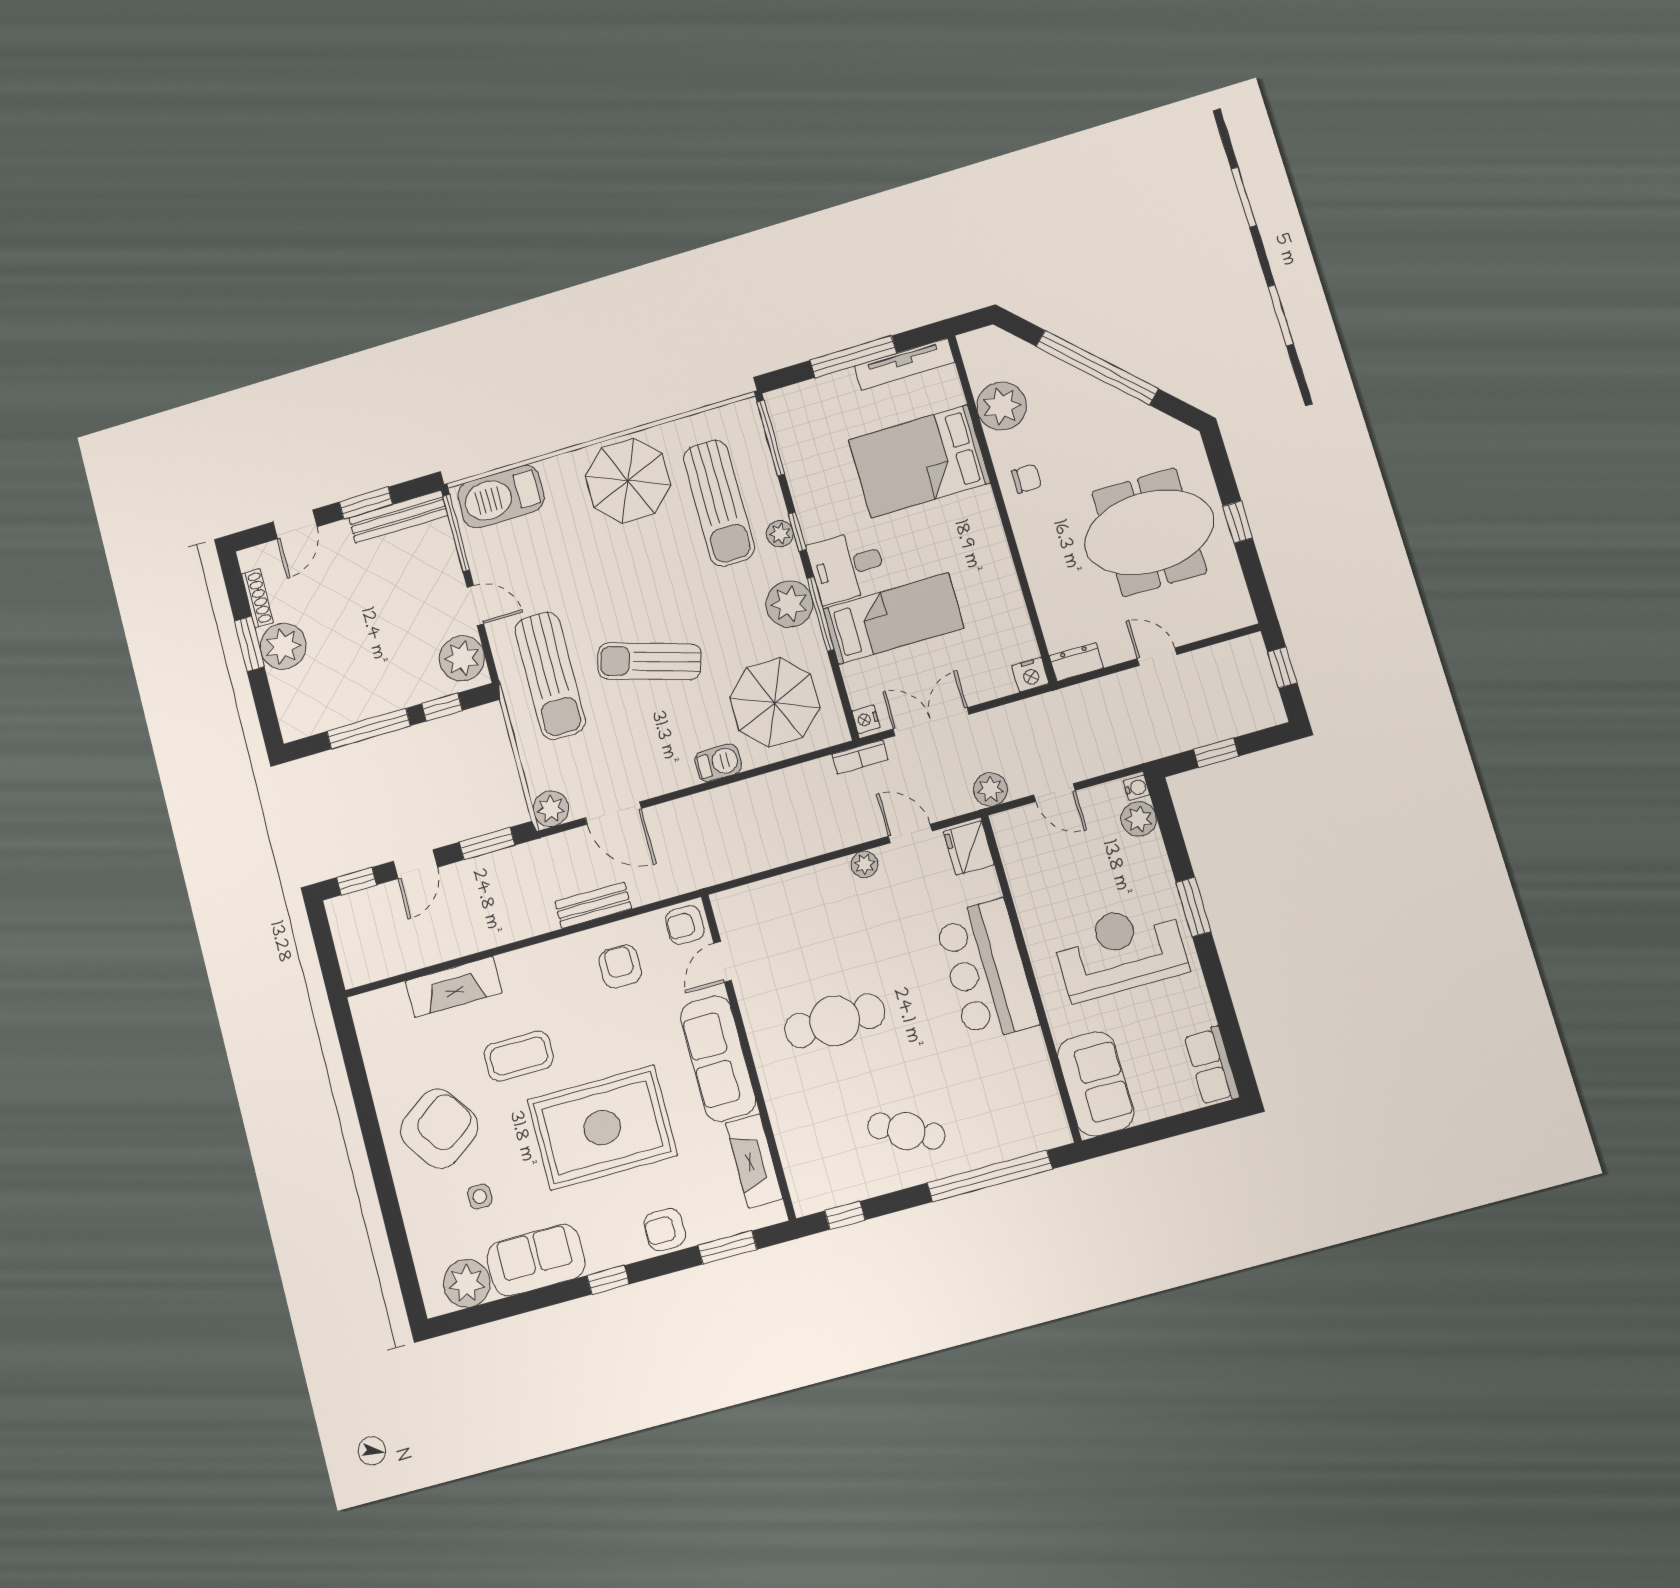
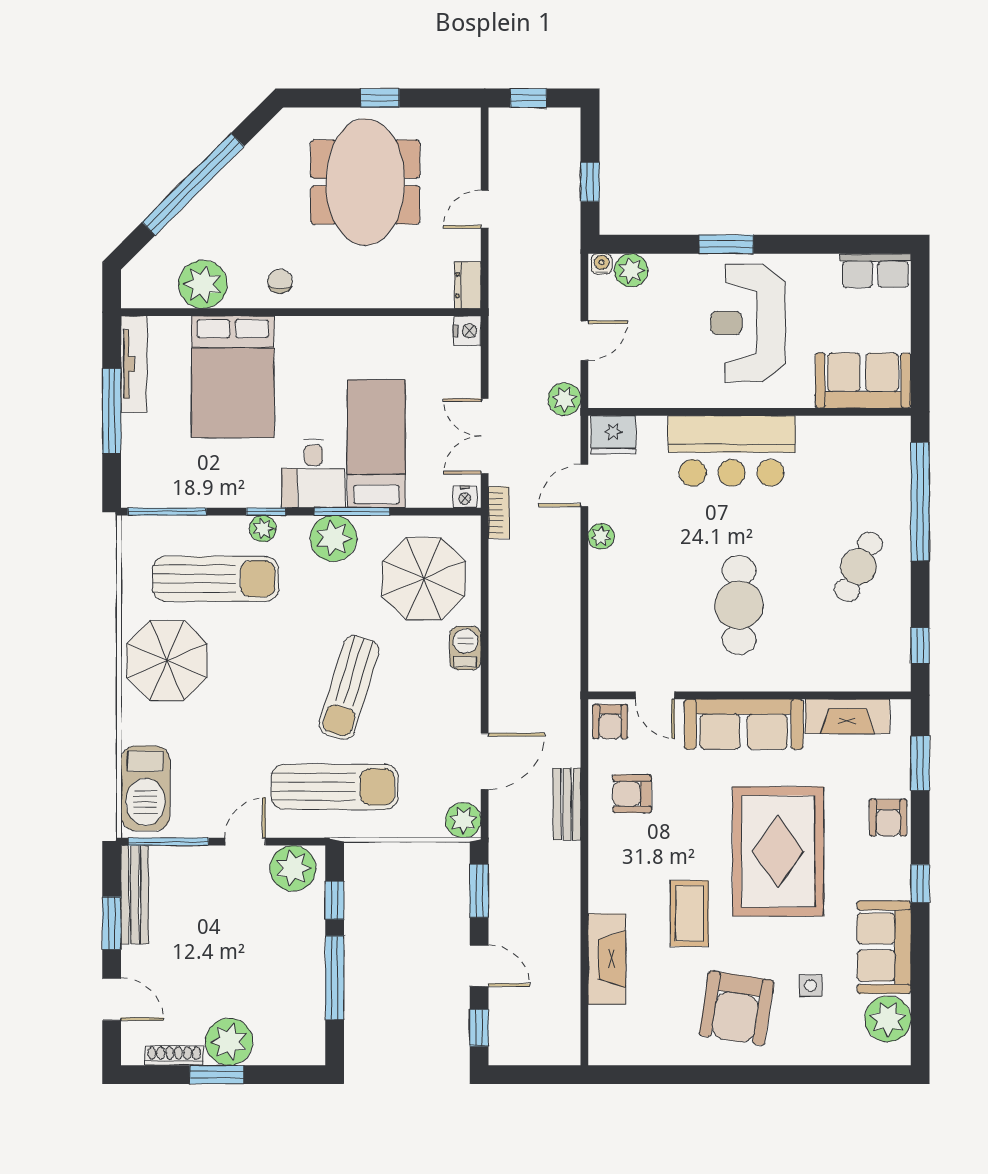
armchair: (439, 1129) -> (737, 1008), turned -136

